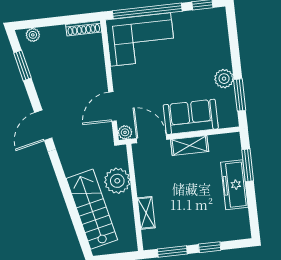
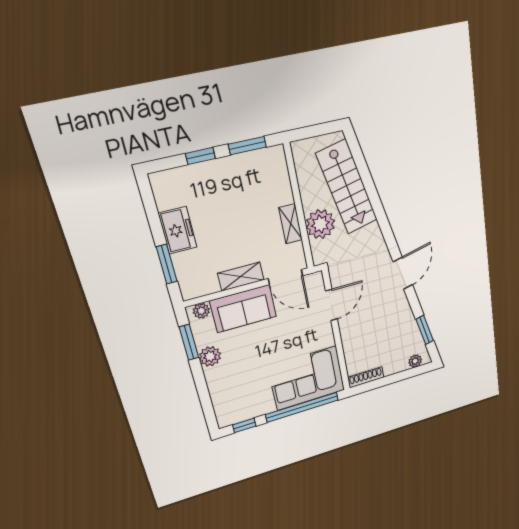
plant: (125, 132) -> (201, 311), moved
freezer: (234, 185) -> (178, 230), width x0.71
shelving: (146, 213) -> (291, 224), moved

